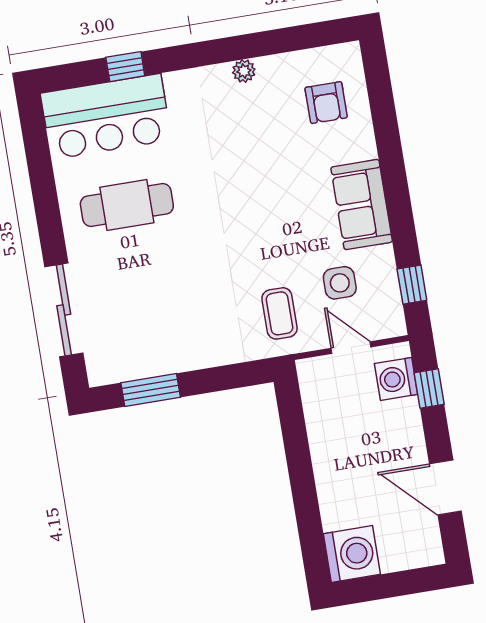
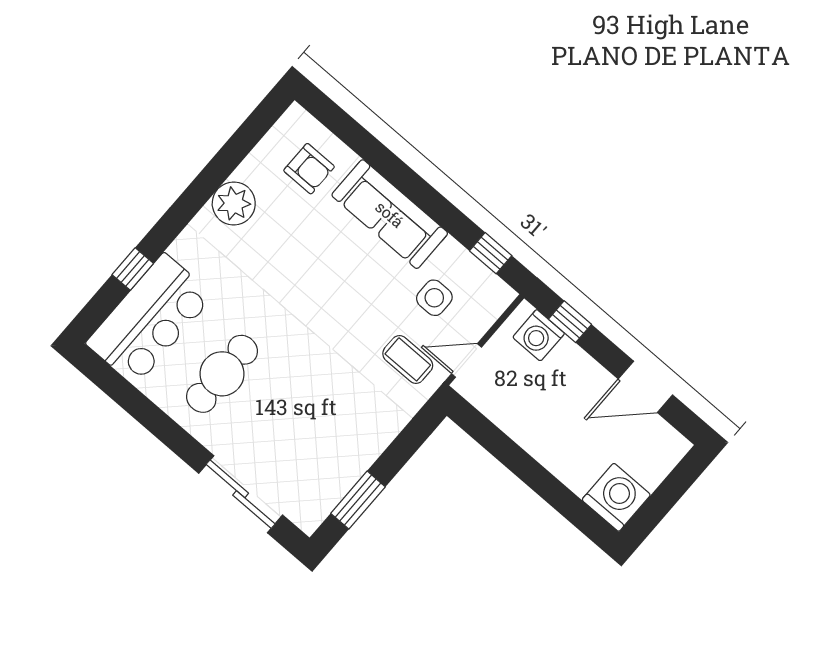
plant: (244, 71) -> (234, 203), width x1.88, depth x1.88
sofa: (362, 205) -> (390, 214), width x1.36
door: (351, 348) -> (467, 360), moved

